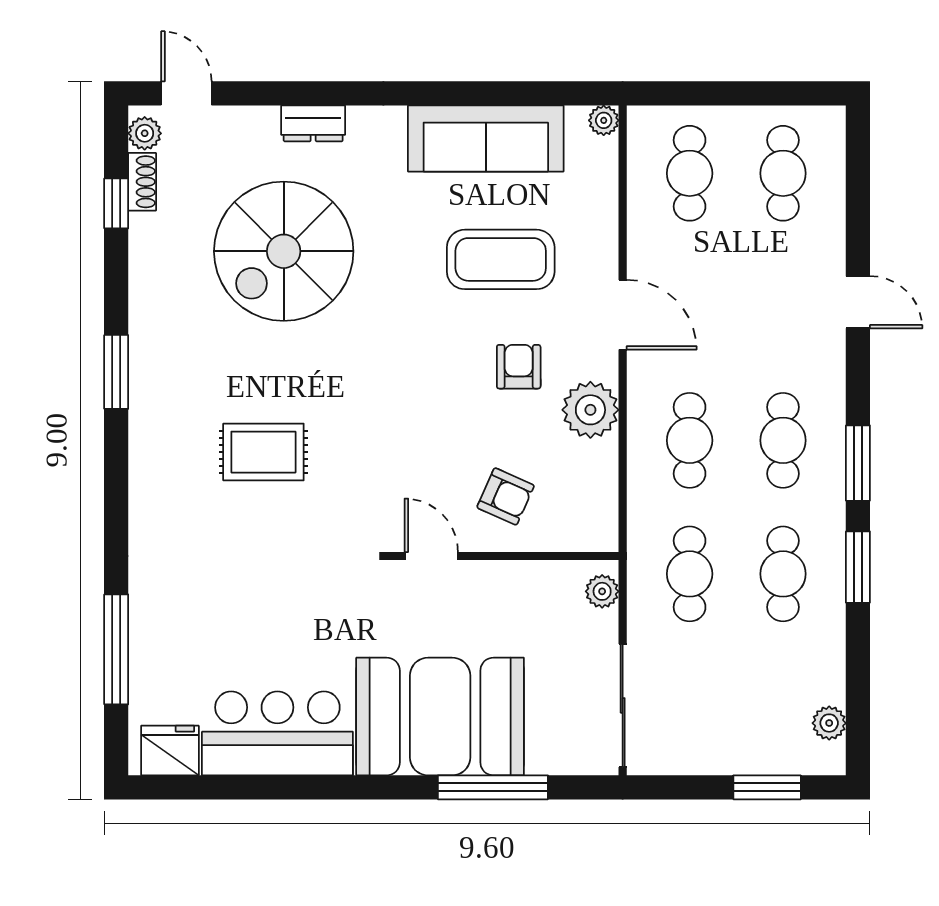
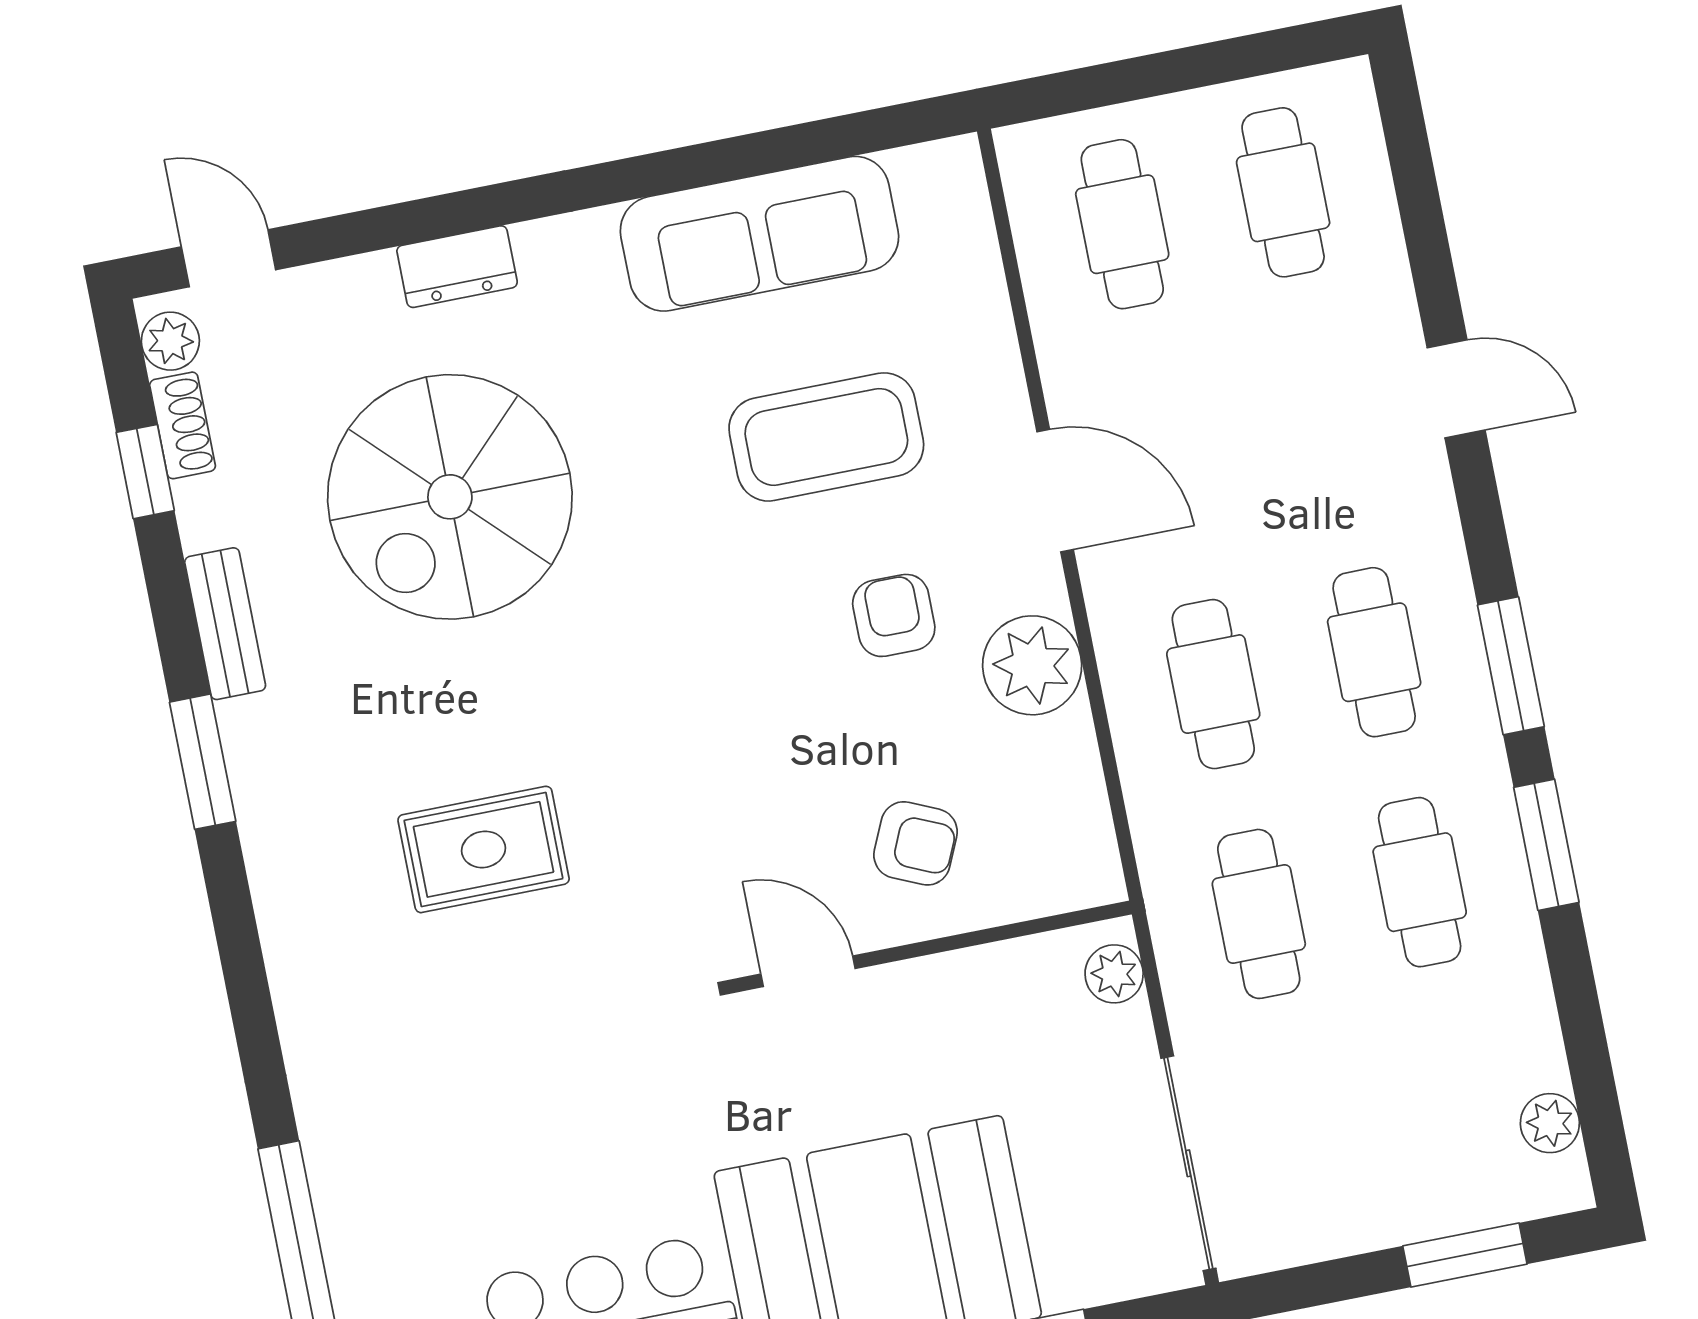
plant: (604, 120) -> (956, 162), removed
bench: (144, 297) -> (225, 624), added

